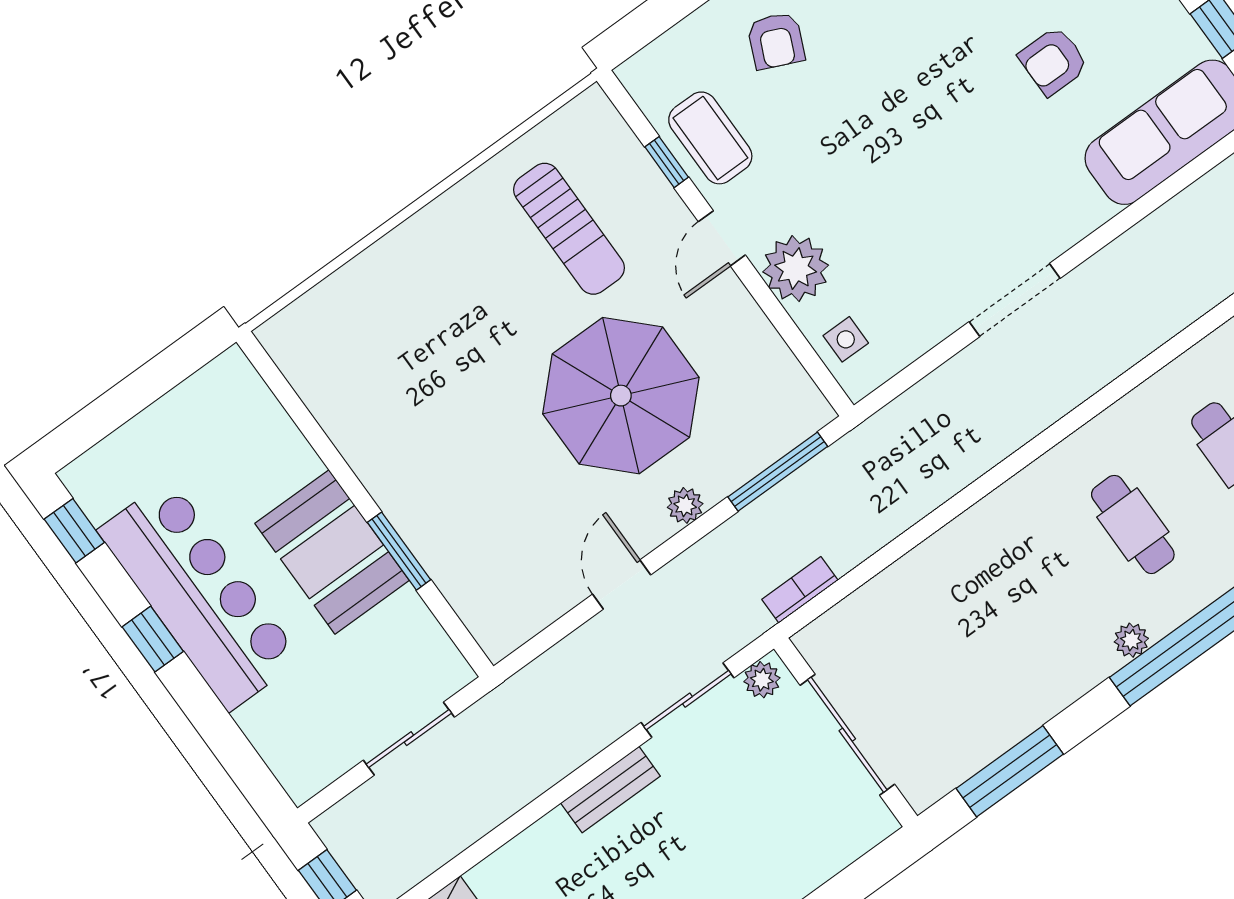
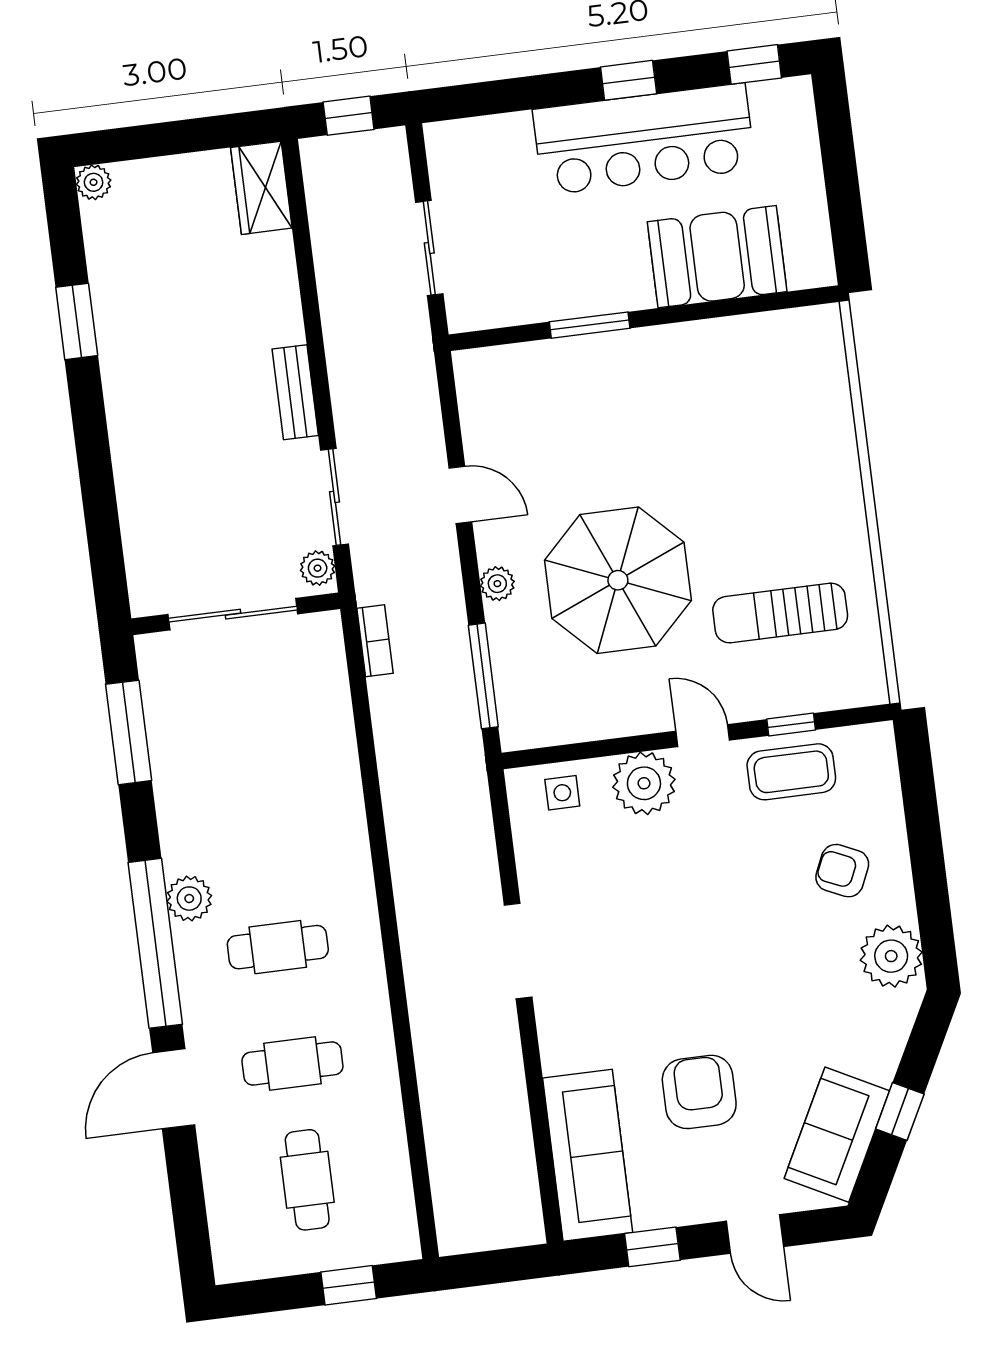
armchair: (1053, 61) -> (699, 1092), width x1.38, depth x1.38
booth: (332, 552) -> (717, 257), moved
plant: (1131, 640) -> (189, 899), width x1.38, depth x1.38

